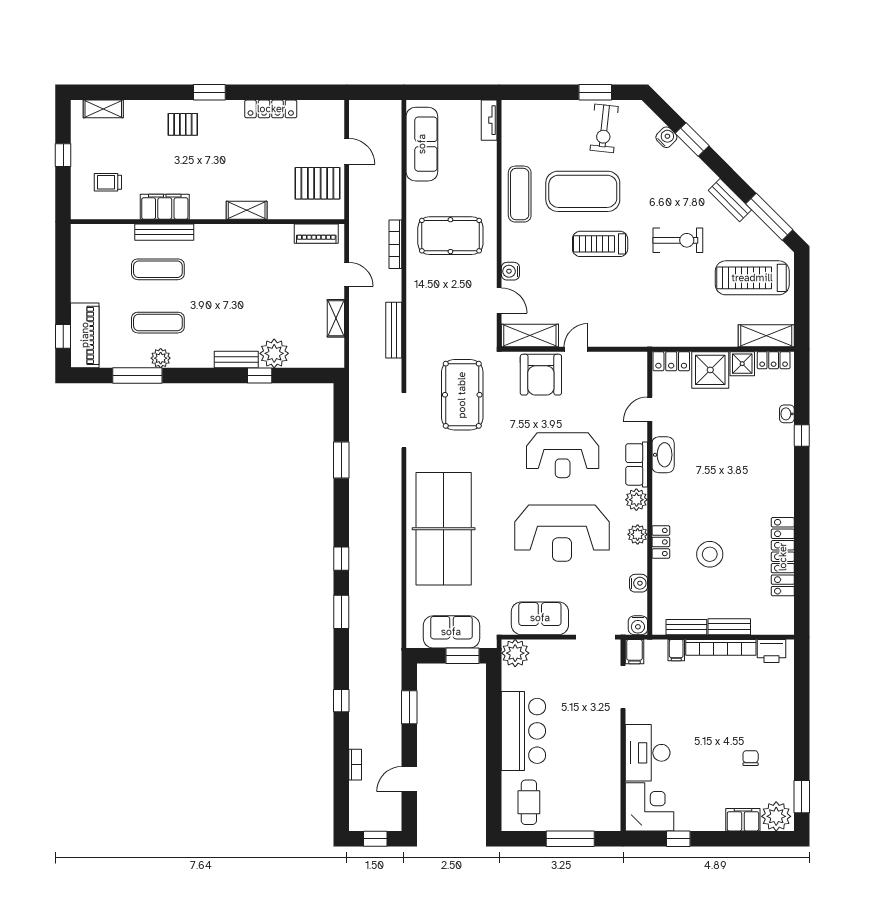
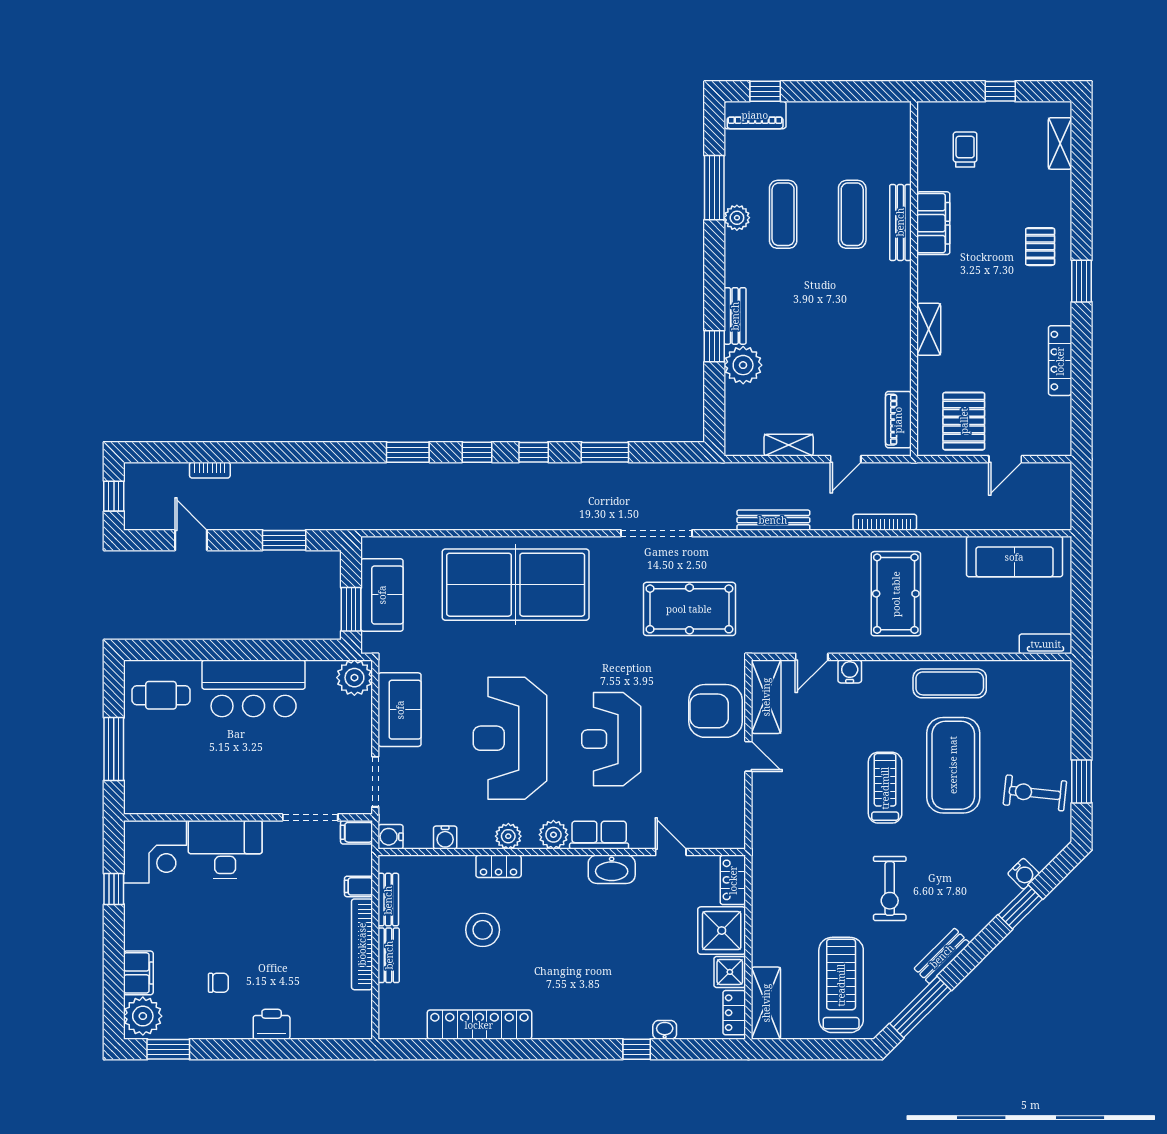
piano: (85, 335) -> (755, 115), width x0.73, depth x0.75
printer: (772, 651) -> (272, 1024), moved, turned 90
window: (341, 701) -> (534, 452), moved

